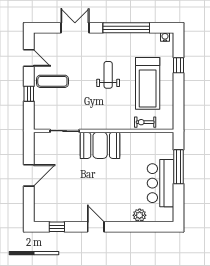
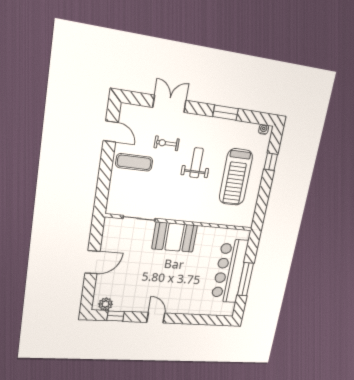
window: (126, 28) -> (226, 113), width x0.47
window: (29, 94) -> (105, 173), removed
exercise bike: (145, 122) -> (167, 143), moved
window: (179, 167) -> (245, 279), moved
bar counter: (161, 183) -> (230, 271), width x1.36
plant: (140, 215) -> (106, 304), moved

